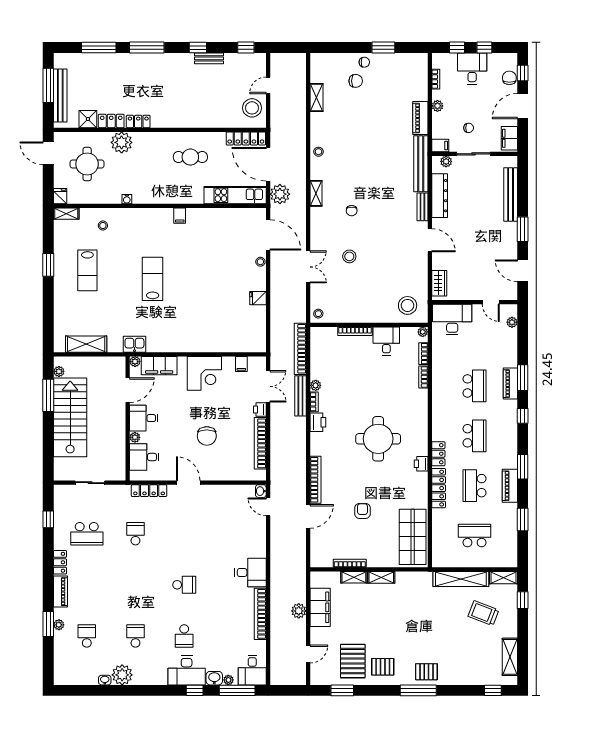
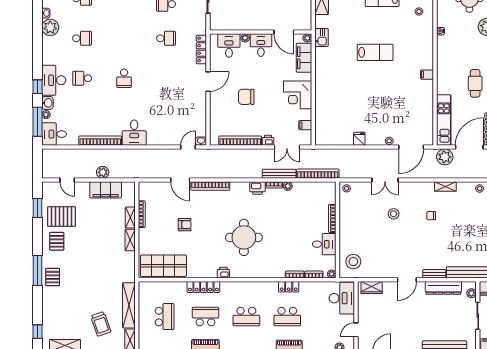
locker: (438, 454) -> (289, 287), moved
trolley: (483, 613) -> (101, 324), turned 140

